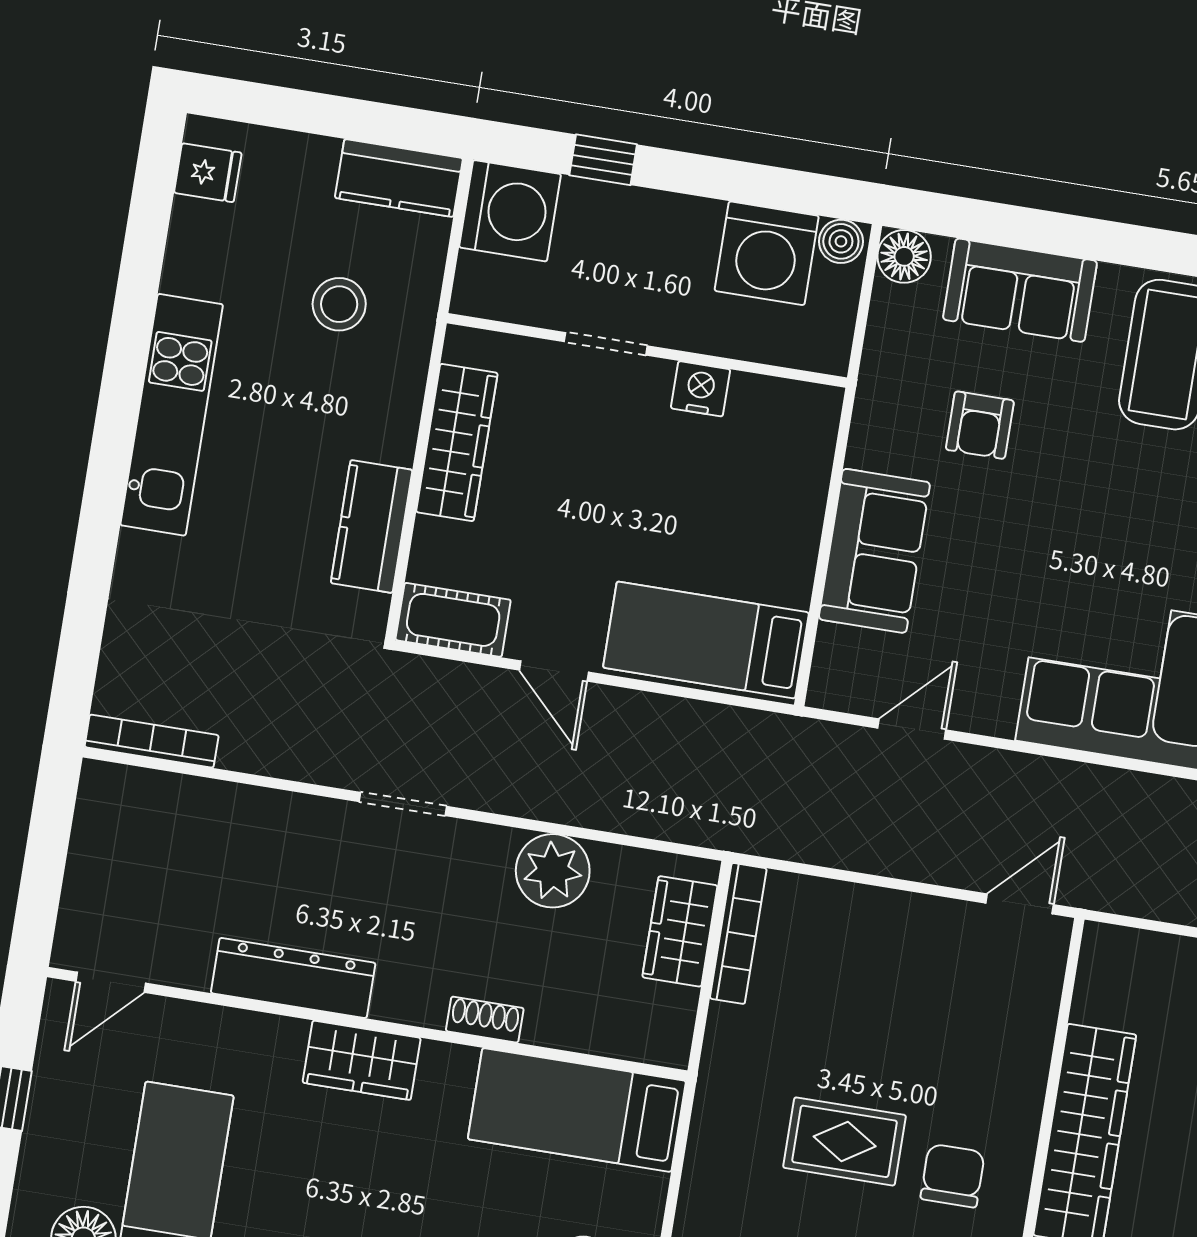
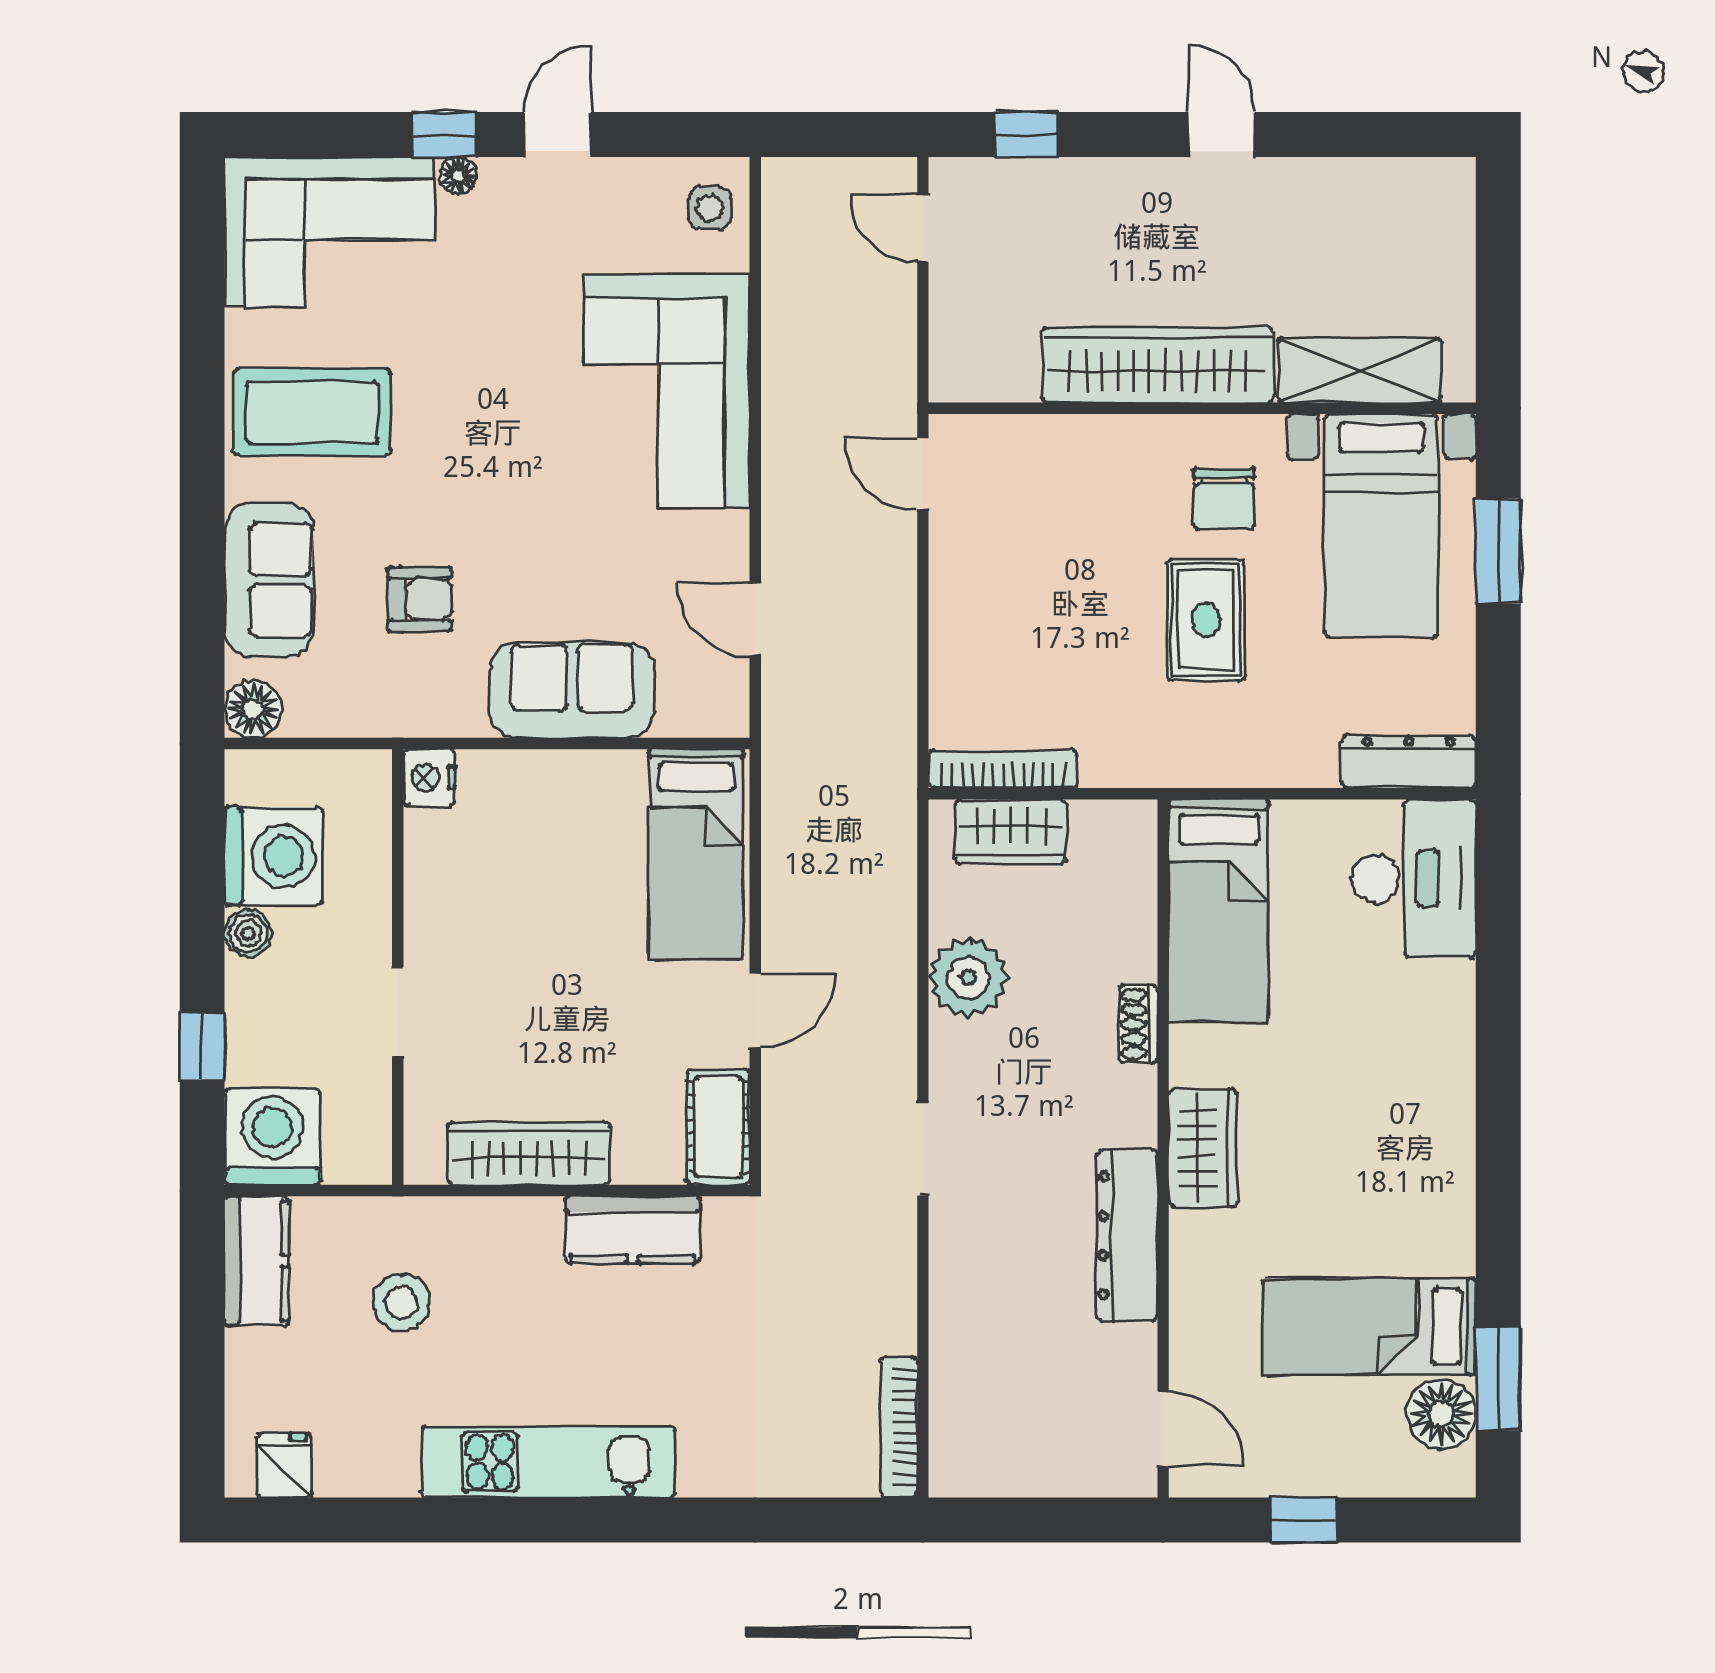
boiler: (841, 241) -> (248, 933), moved
nightstand: (701, 389) -> (429, 777), moved
chair: (953, 1176) -> (1224, 499), turned -90

